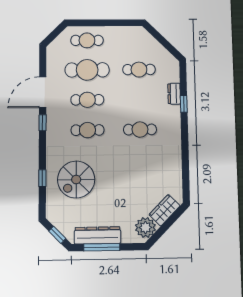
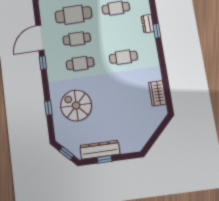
spiral stairs: (76, 180) -> (76, 105), turned 90
wardrobe: (165, 210) -> (157, 93), moved, turned -45
plant: (145, 227) -> (139, 138), removed
window: (102, 247) -> (105, 159), width x0.46

